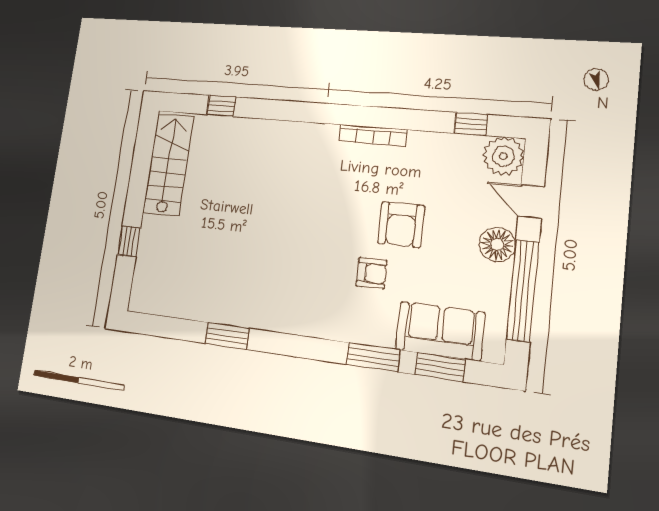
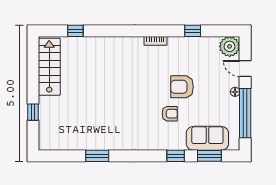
window: (471, 124) -> (193, 31), moved
bookcase: (373, 135) -> (155, 41), width x0.64
armchair: (401, 224) -> (182, 87), turned 90
floor lamp: (497, 245) -> (235, 92), width x0.53, depth x0.53
window: (373, 357) -> (176, 156), width x0.67

